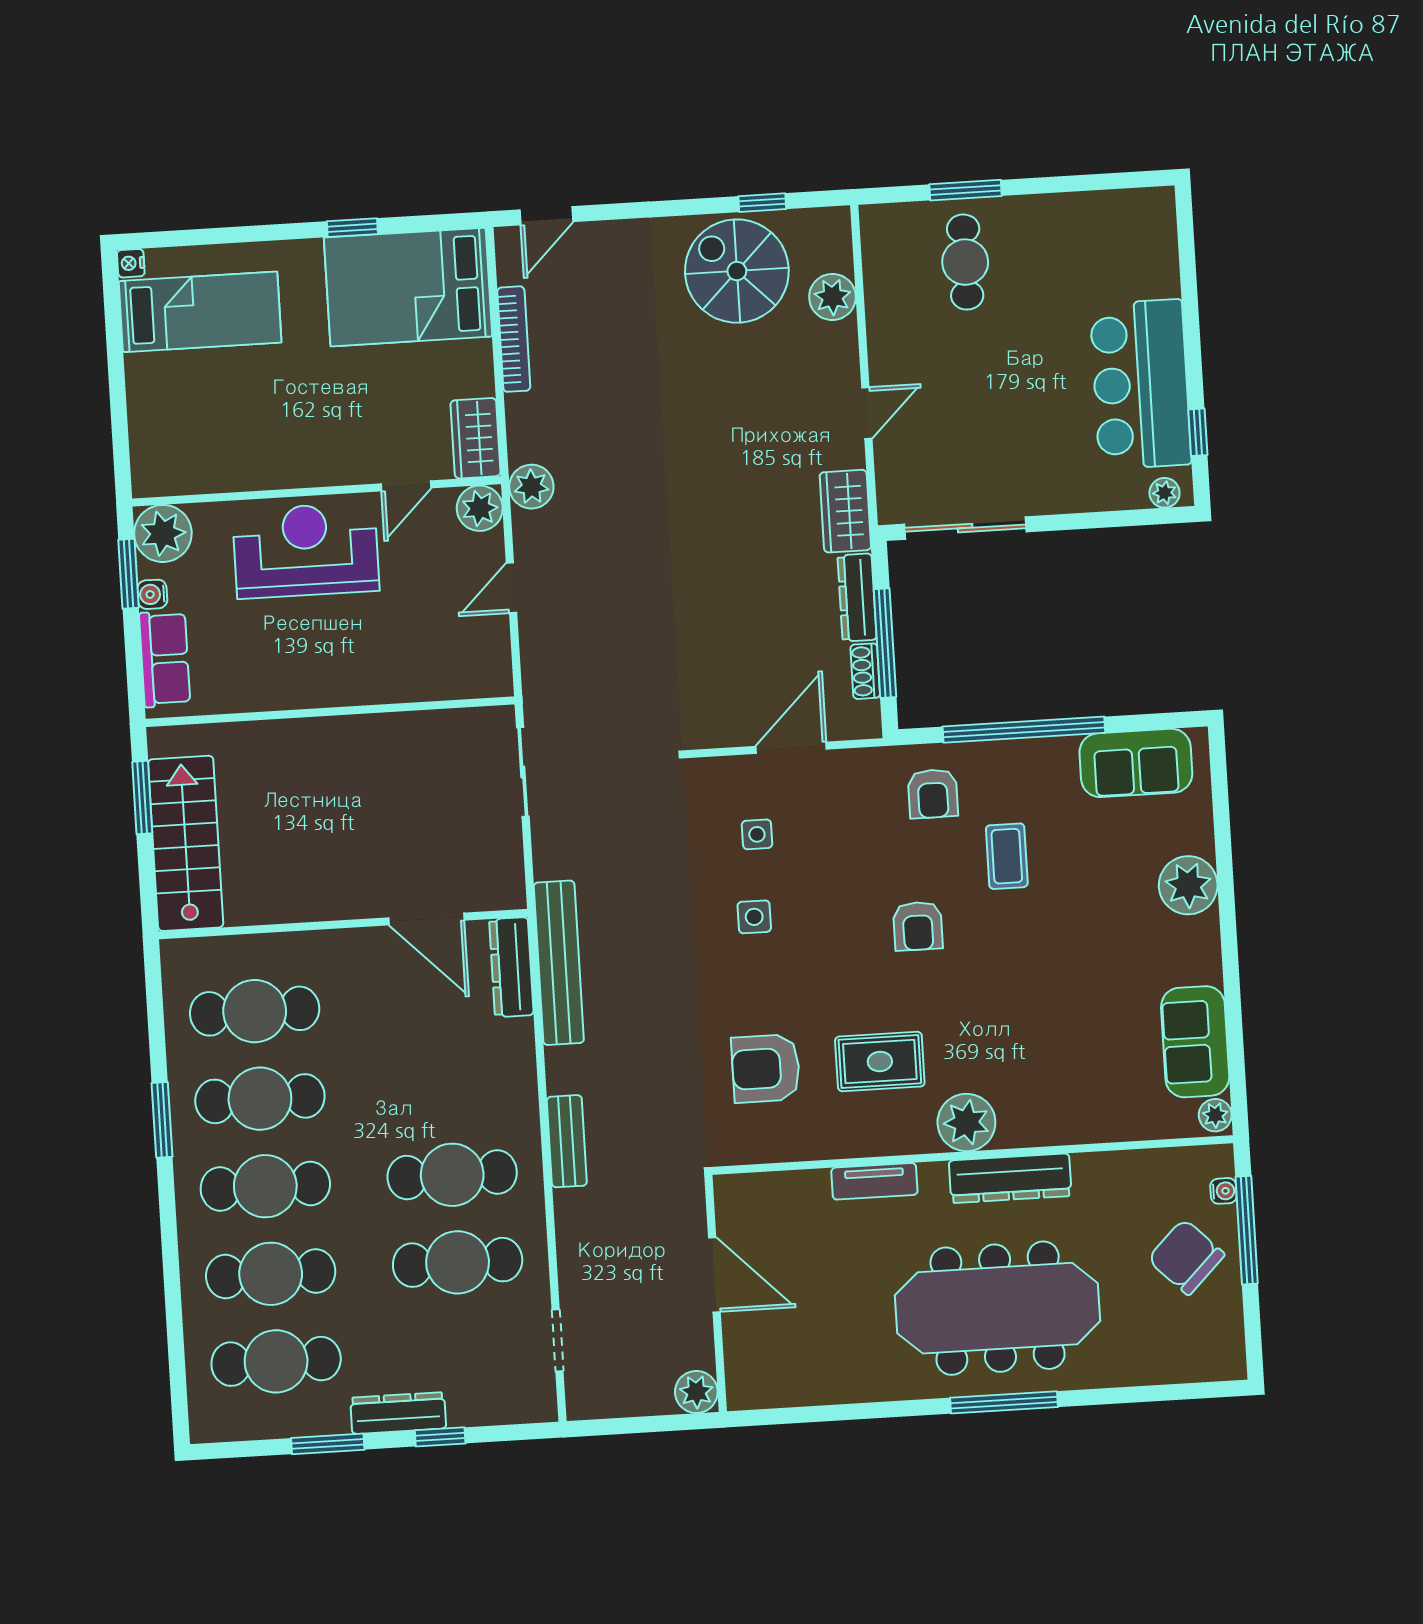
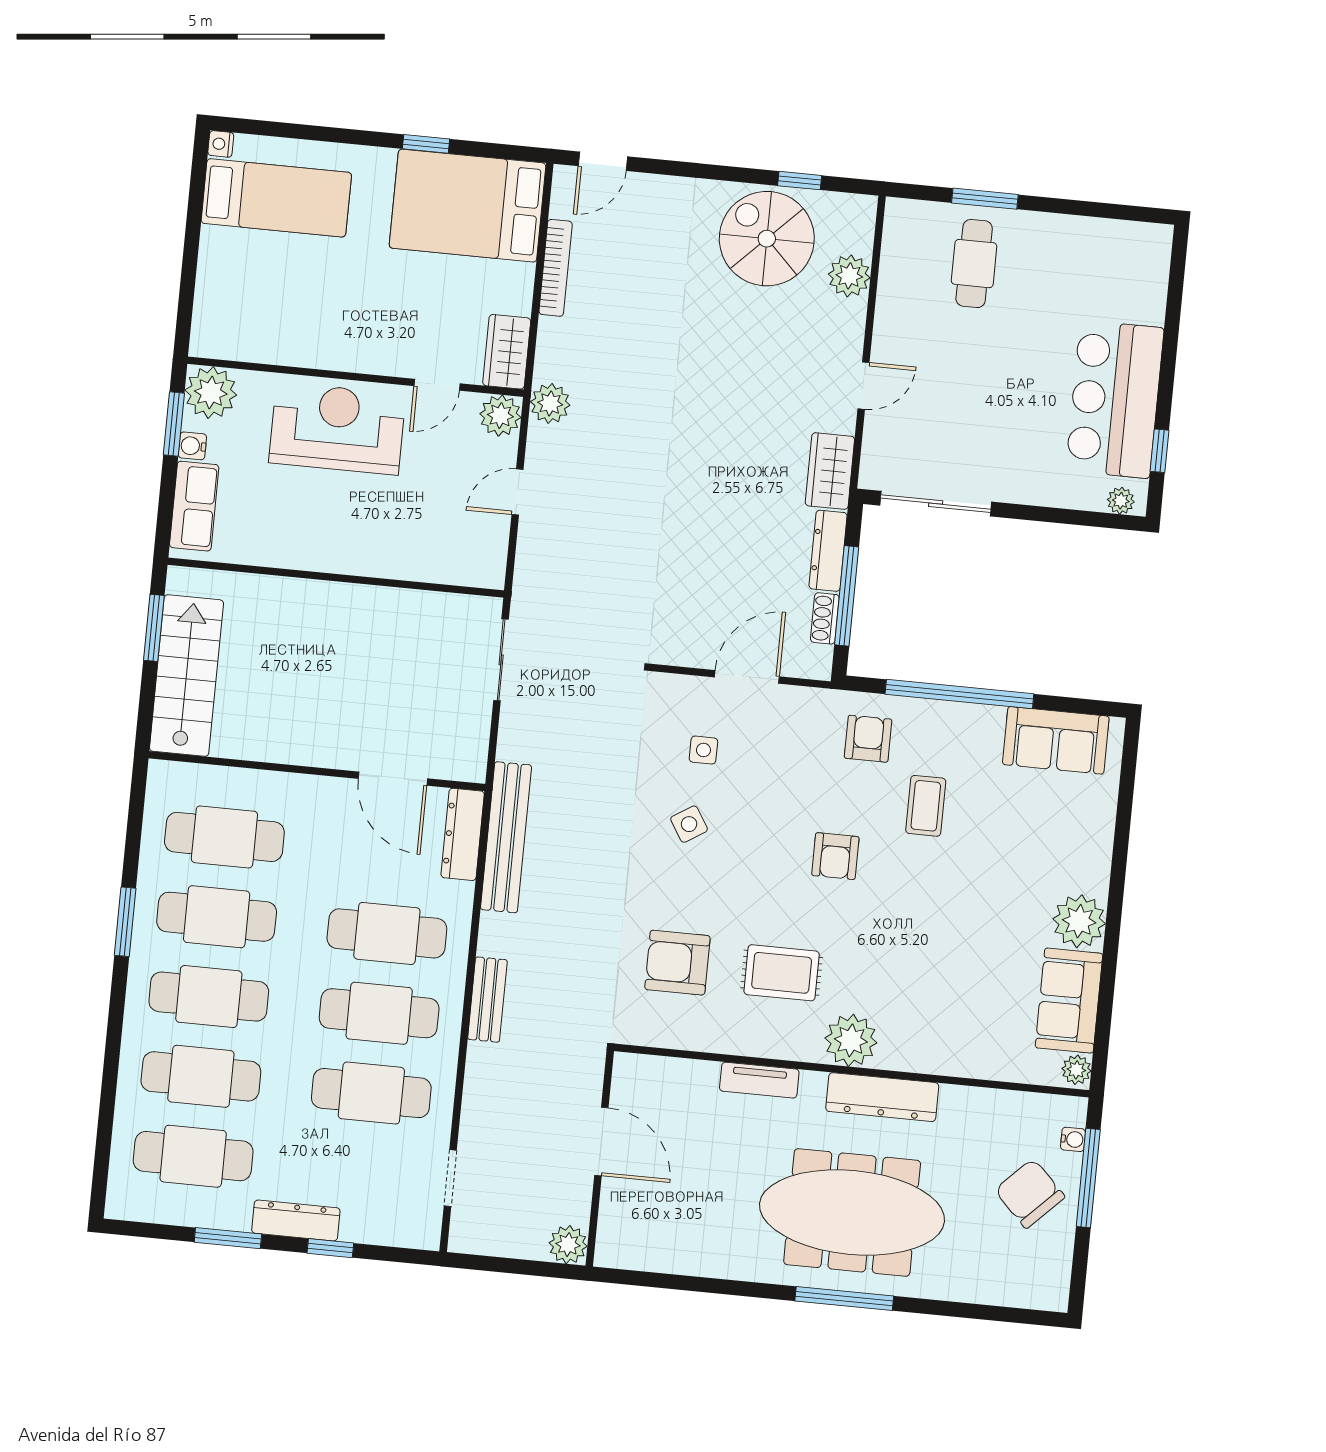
armchair: (933, 794) -> (868, 739), turned 180
plant: (1188, 885) -> (1079, 921), moved
side table: (754, 917) -> (689, 824), turned -32
cafe table: (447, 1087) -> (387, 933), added

